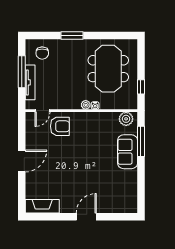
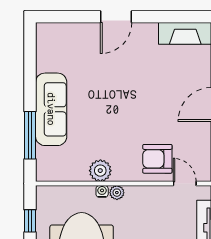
door: (43, 111) -> (185, 183), hinge flipped
plant: (126, 119) -> (100, 171), moved
sofa: (128, 152) -> (51, 109), width x1.36

